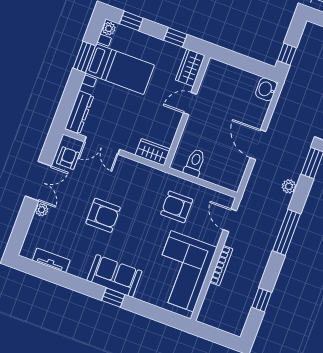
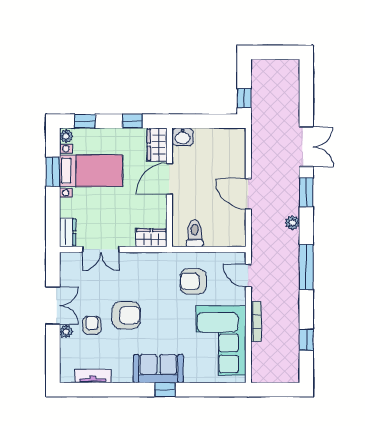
washbasin: (266, 89) -> (183, 137), moved, turned -90
door: (190, 104) -> (169, 179), width x1.38
dresser: (79, 112) -> (68, 232), width x0.70
armchair: (68, 158) -> (92, 325), moved

